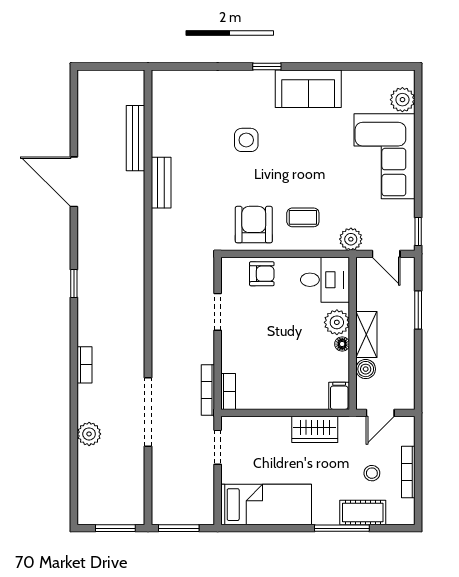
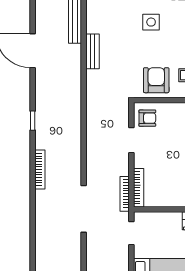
armchair: (262, 274) -> (147, 118), moved
bookcase: (84, 365) -> (40, 169), width x1.56
bookcase: (228, 391) -> (139, 188), width x1.56
plant: (89, 434) -> (43, 224), removed

